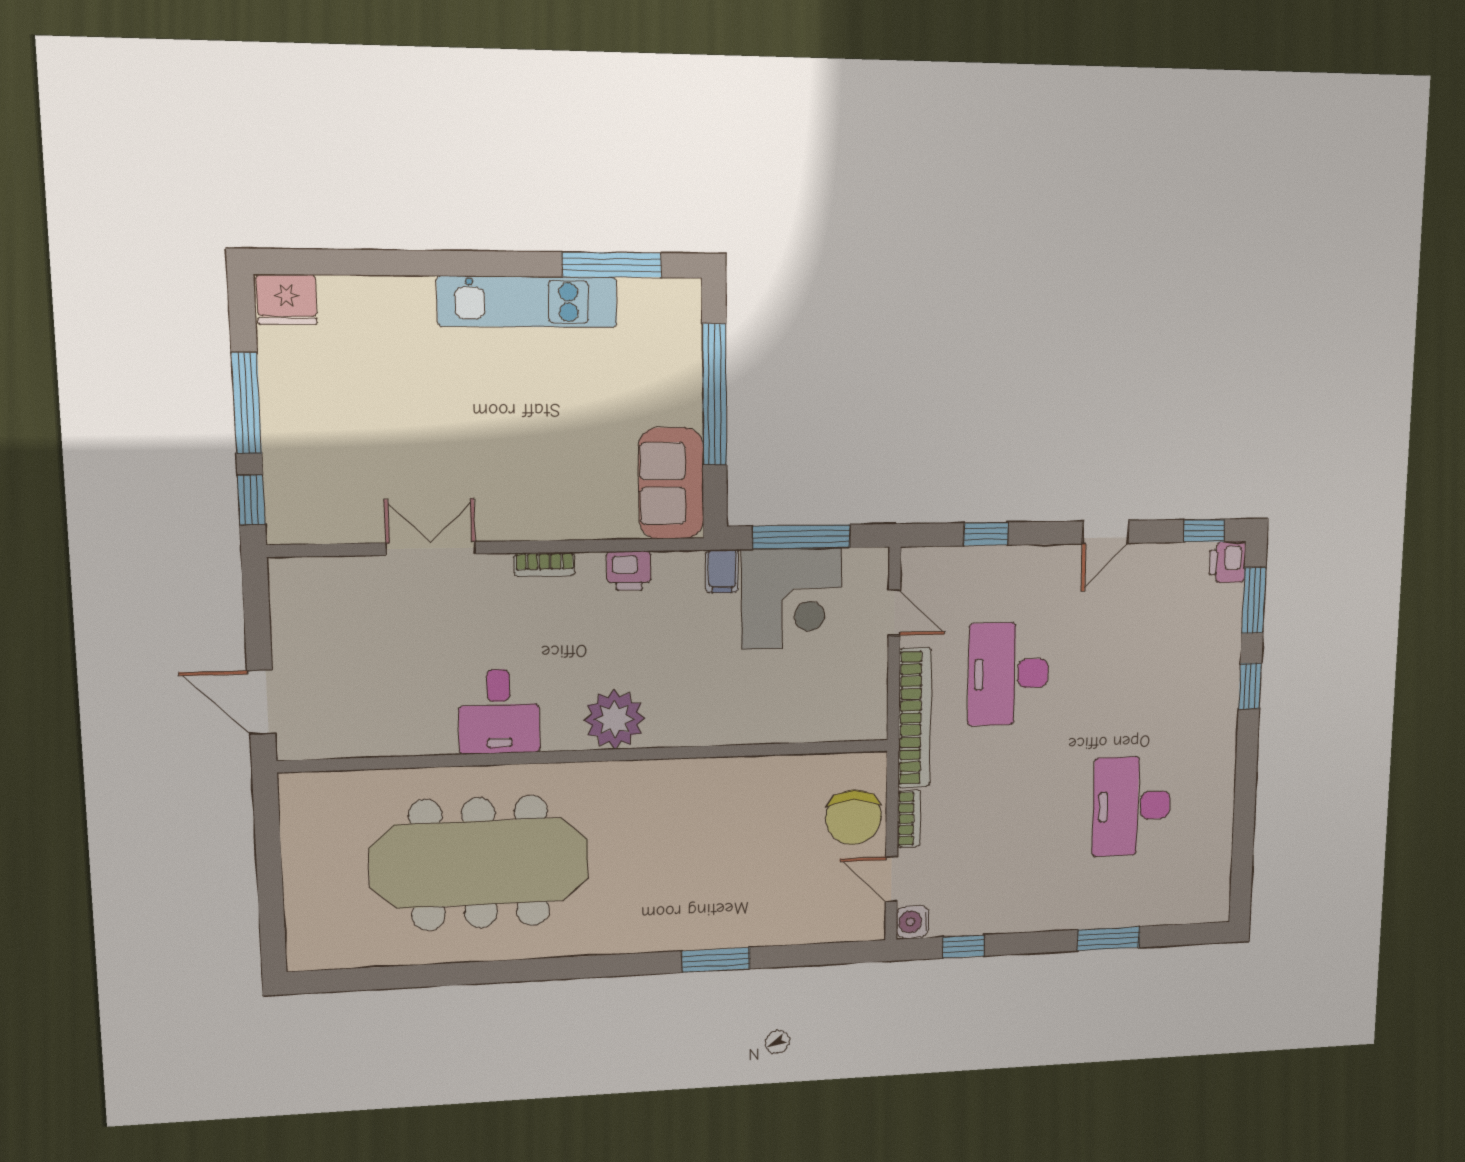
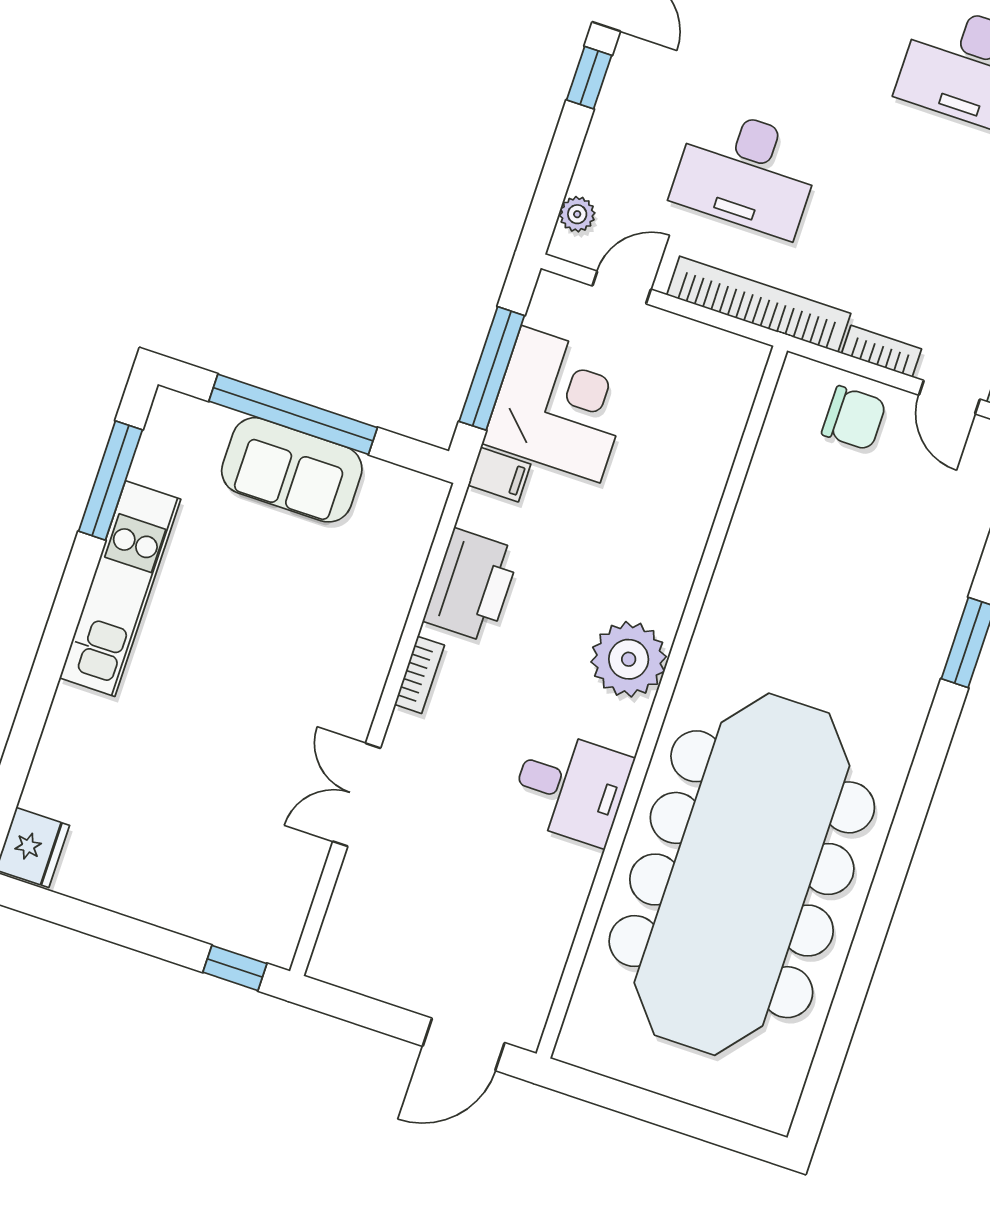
window: (247, 403) -> (129, 932), removed
sofa: (671, 483) -> (292, 470), moved
window: (986, 534) -> (589, 78), moved
plant: (938, 560) -> (577, 214), added
printer: (629, 571) -> (472, 585), width x1.87, depth x1.48
chair: (853, 817) -> (854, 418), width x0.73, depth x0.73
meeting table: (480, 863) -> (742, 874), width x1.36, depth x1.27
door: (891, 879) -> (949, 397), hinge flipped

